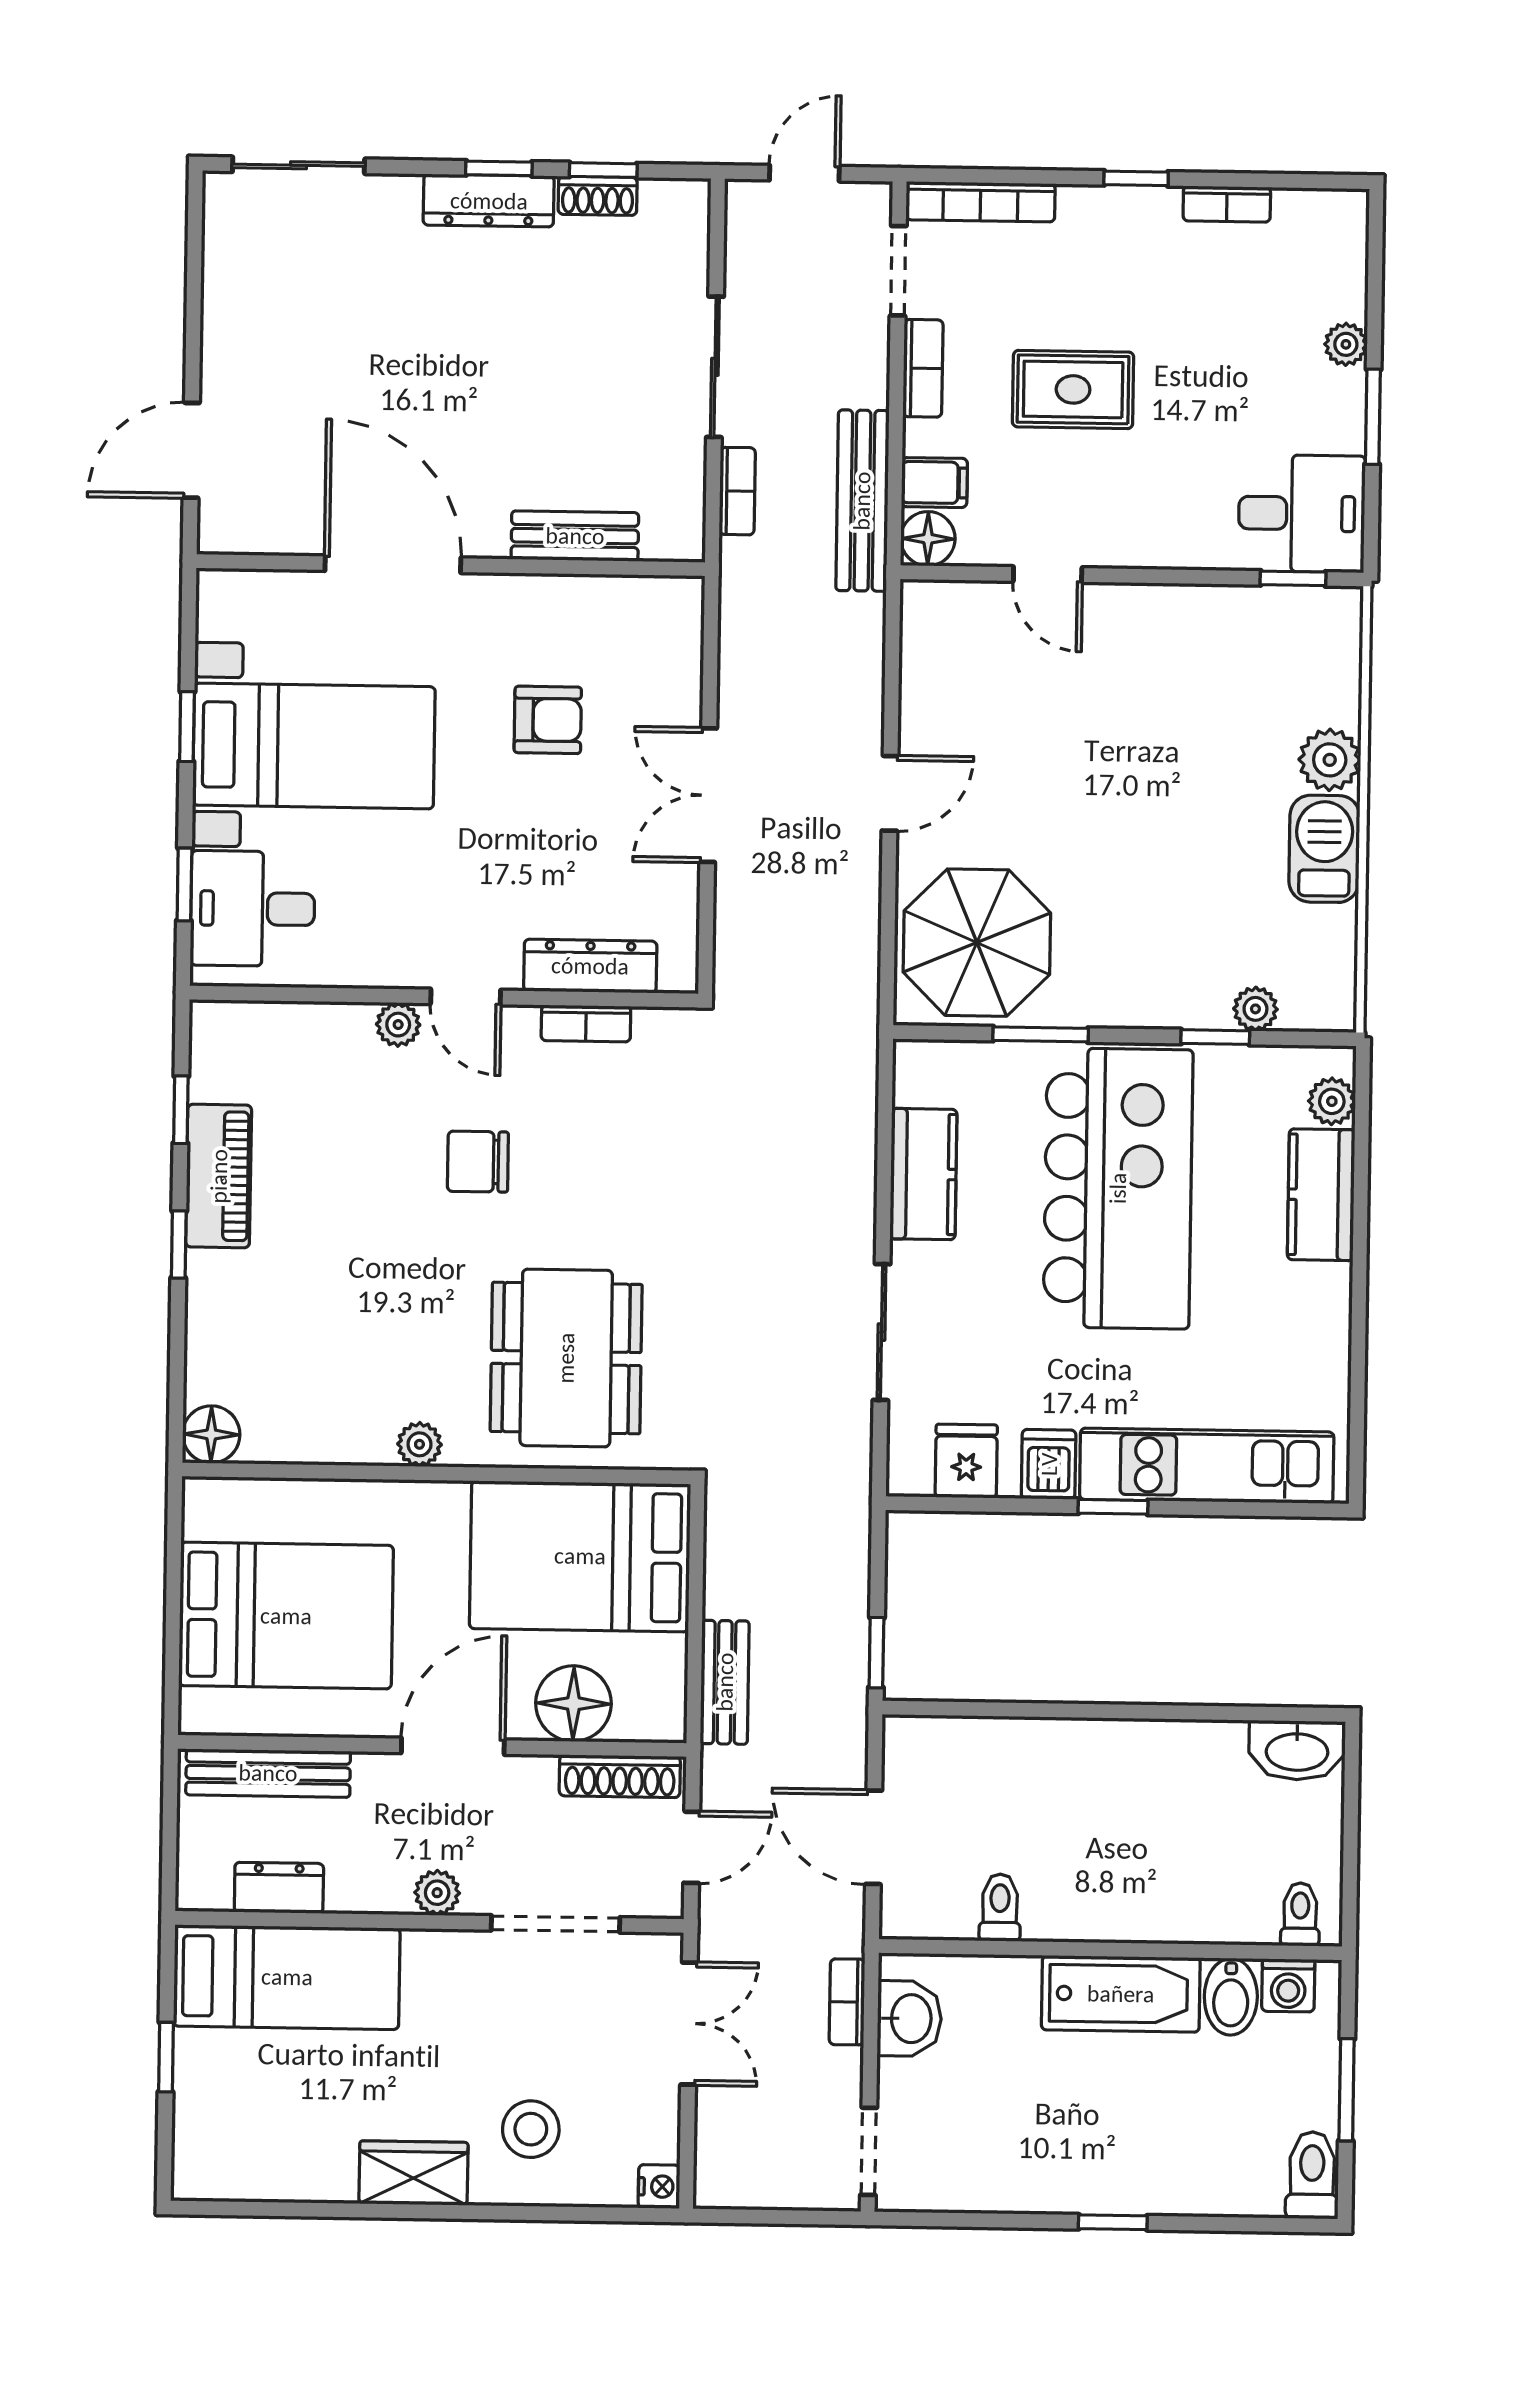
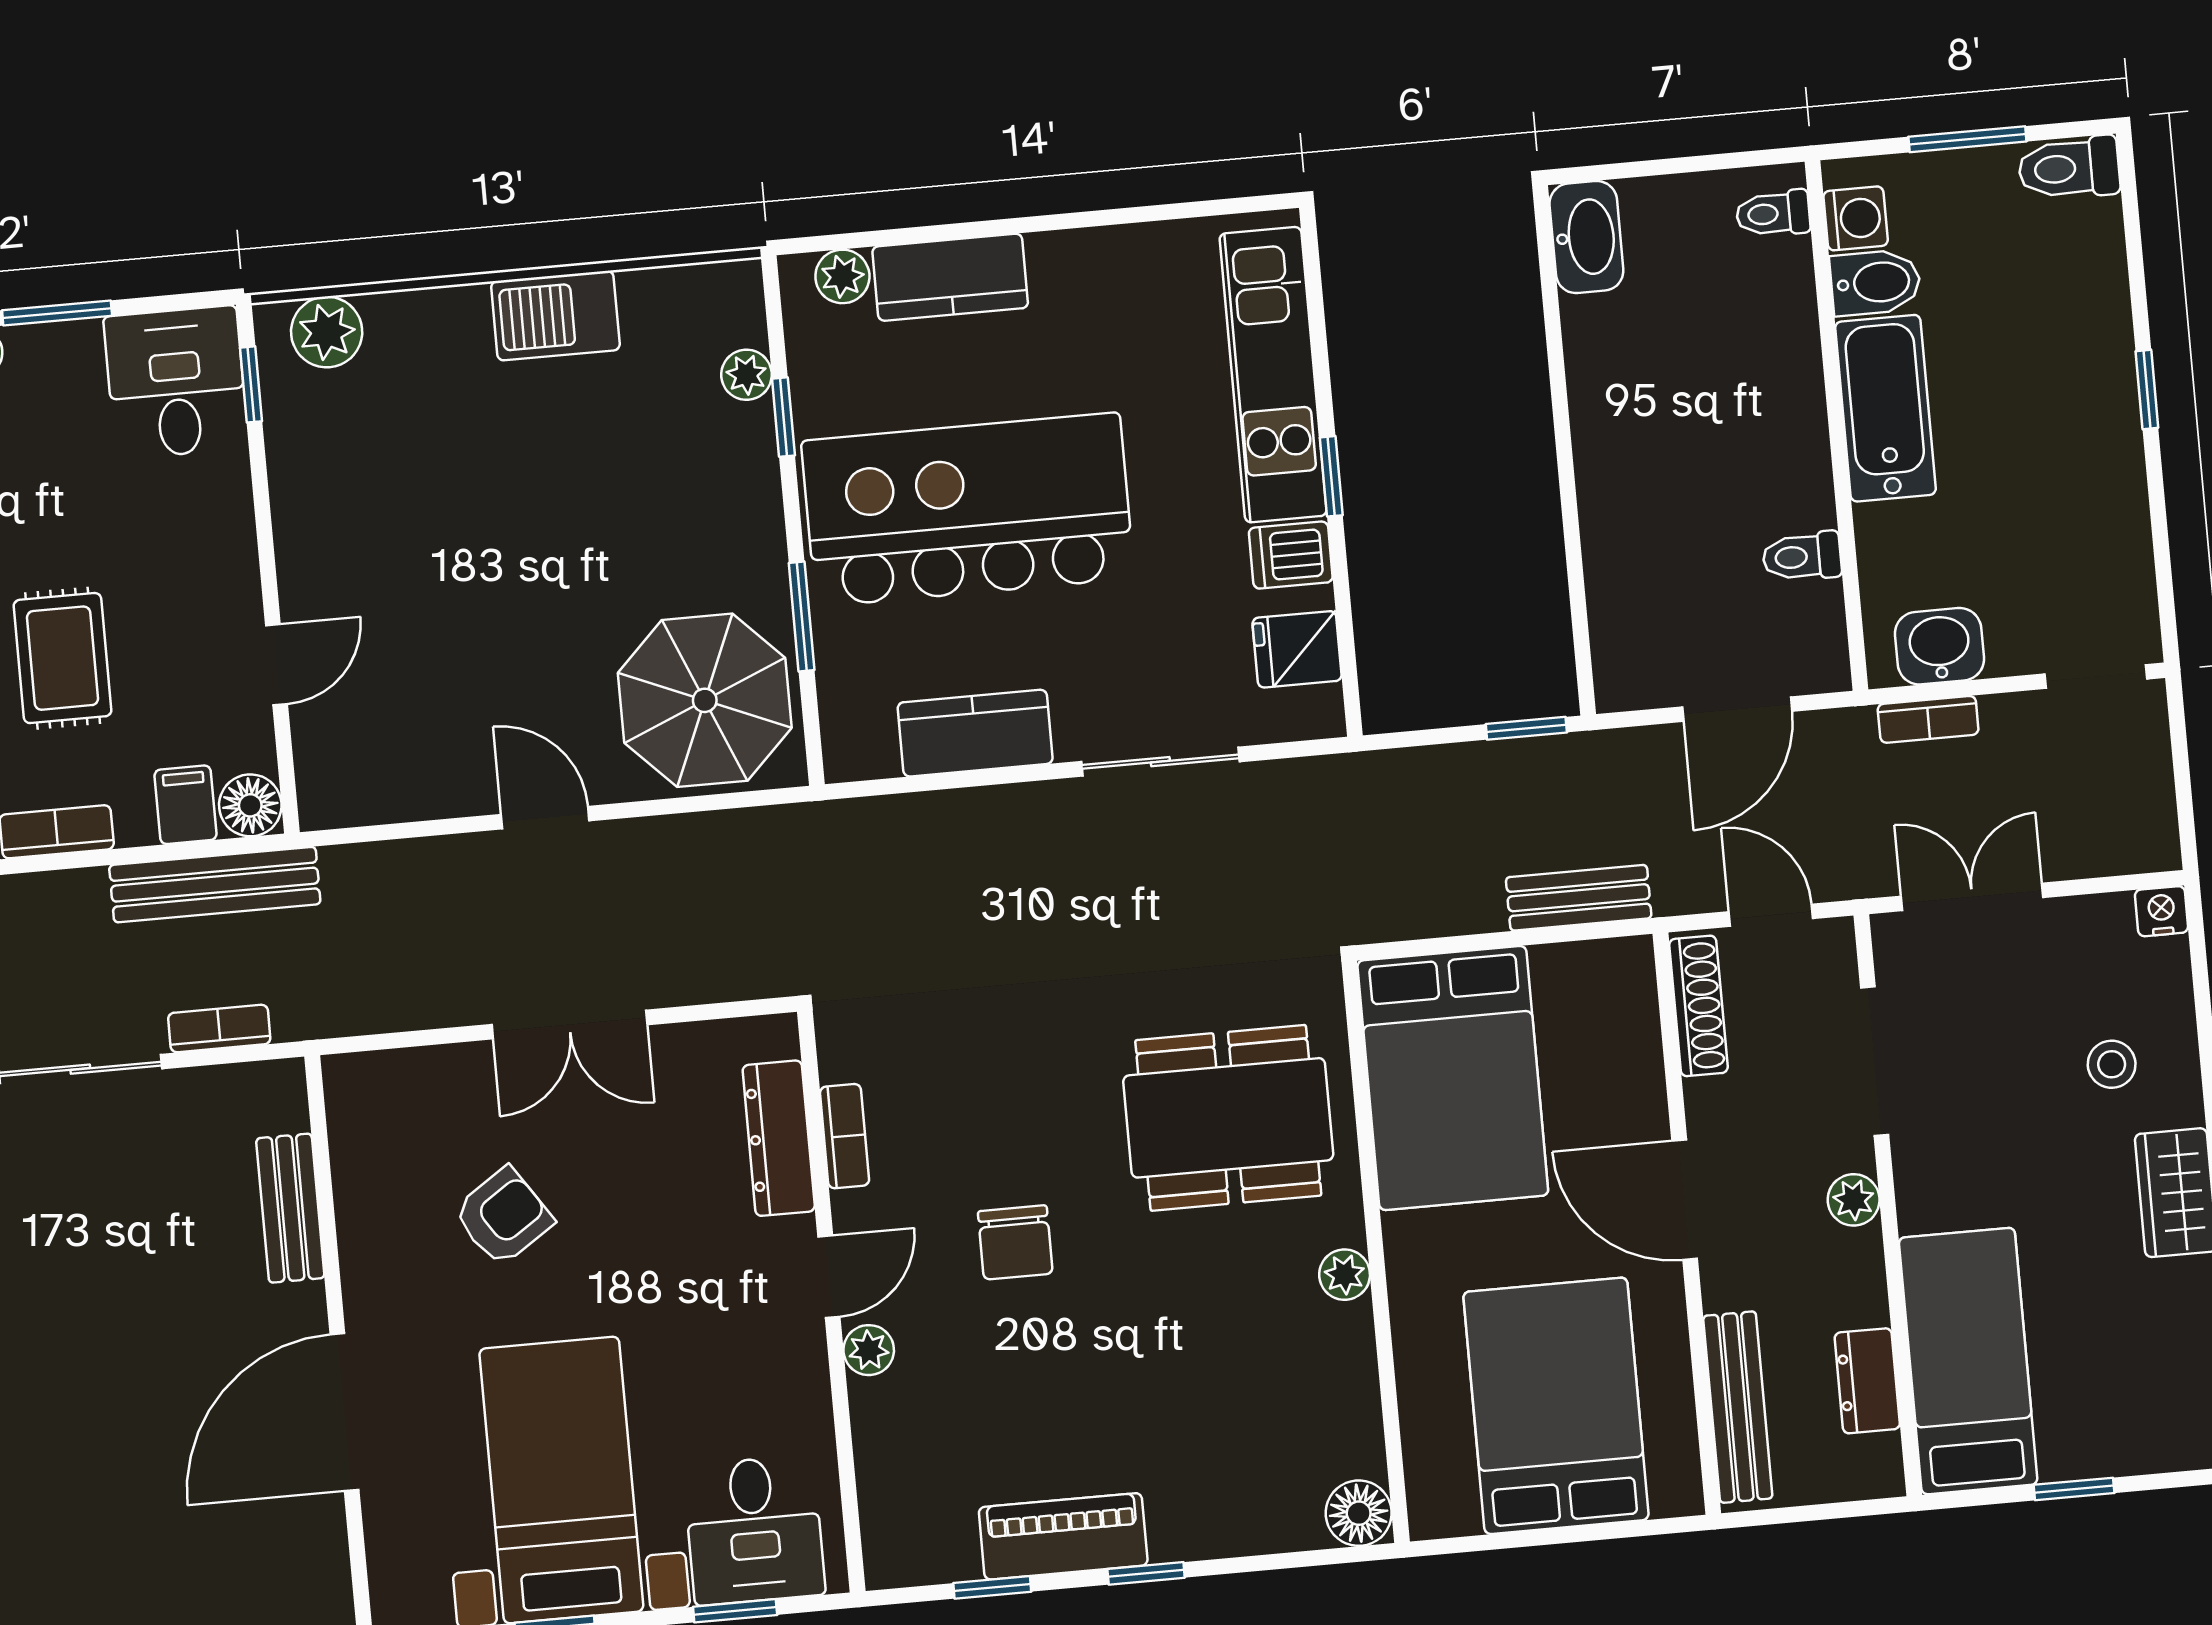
armchair: (548, 720) -> (503, 1217), turned 56
plant: (1330, 760) -> (327, 332), moved
floor lamp: (573, 1704) -> (1621, 1067), removed
stool: (531, 2129) -> (2112, 1064), width x0.73, depth x0.73

